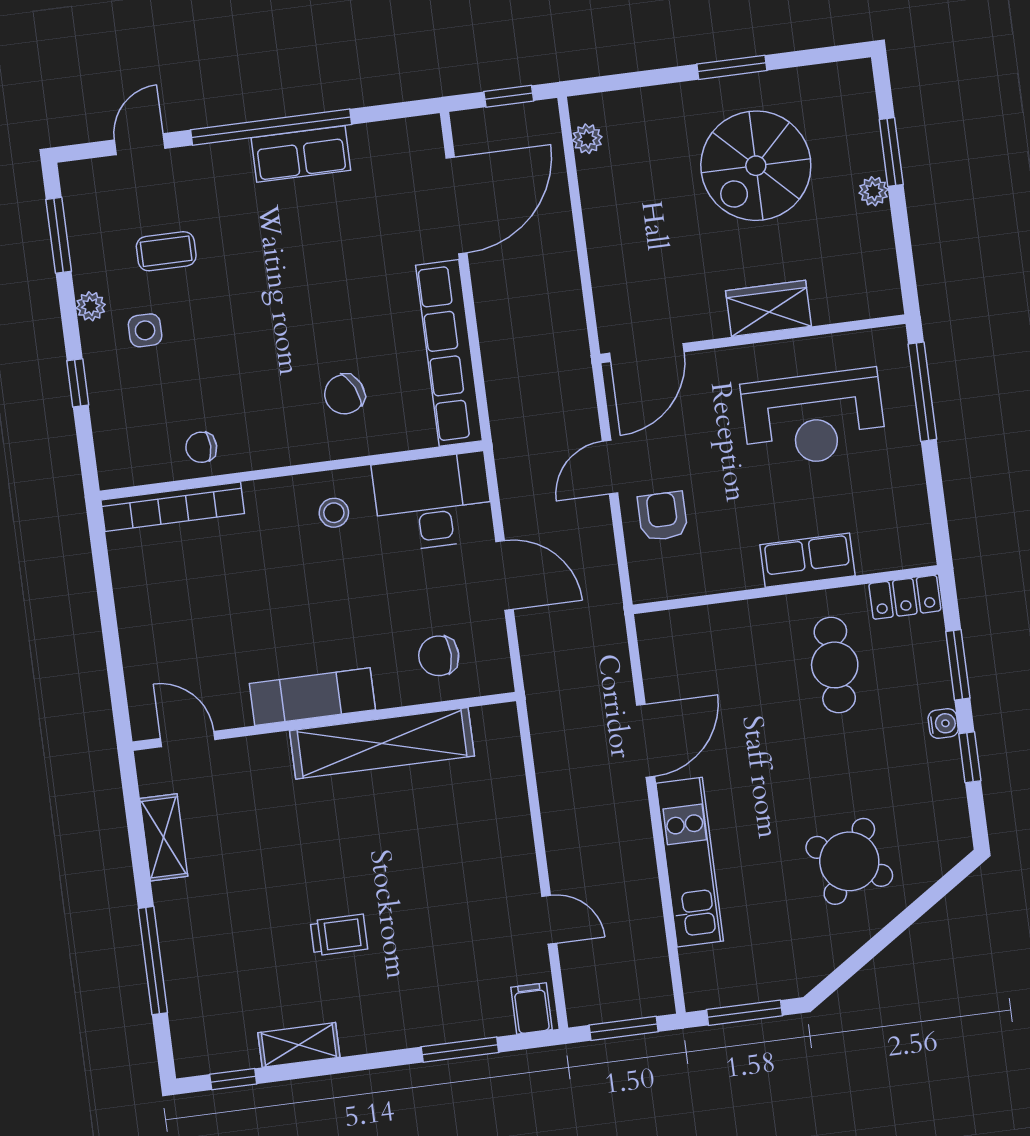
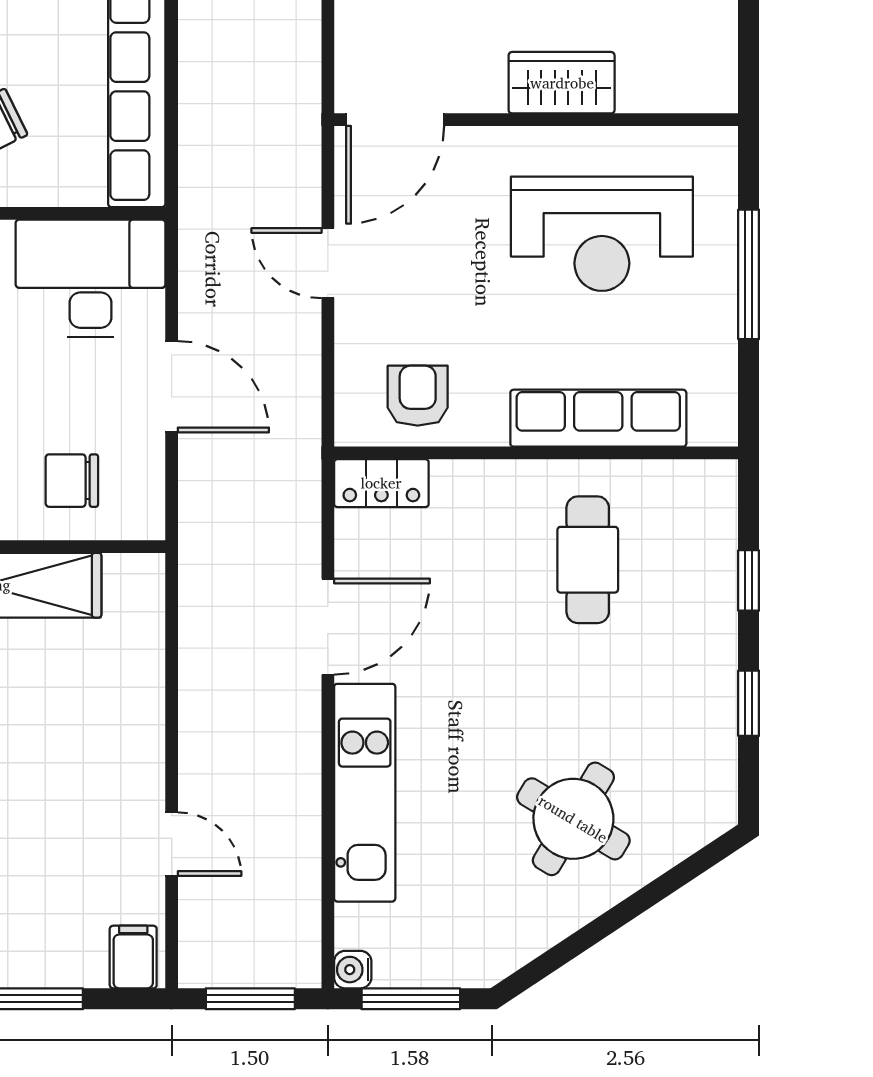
window: (922, 392) -> (749, 274), moved
door: (610, 467) -> (328, 263), hinge flipped
armchair: (663, 516) -> (418, 396), moved
row of seats: (807, 560) -> (598, 418), width x1.48
locker: (905, 597) -> (381, 483), moved
window: (958, 665) -> (749, 580), width x0.67
water cooler: (943, 724) -> (353, 970), moved, turned 180

